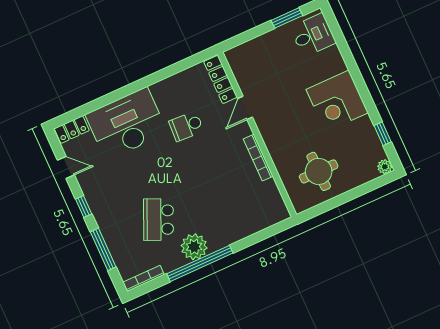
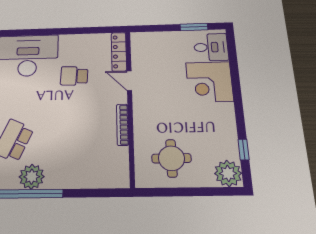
corner desk: (337, 101) -> (209, 82), moved
door: (245, 108) -> (129, 81), hinge flipped
plant: (385, 167) -> (228, 173), width x1.88, depth x1.88

